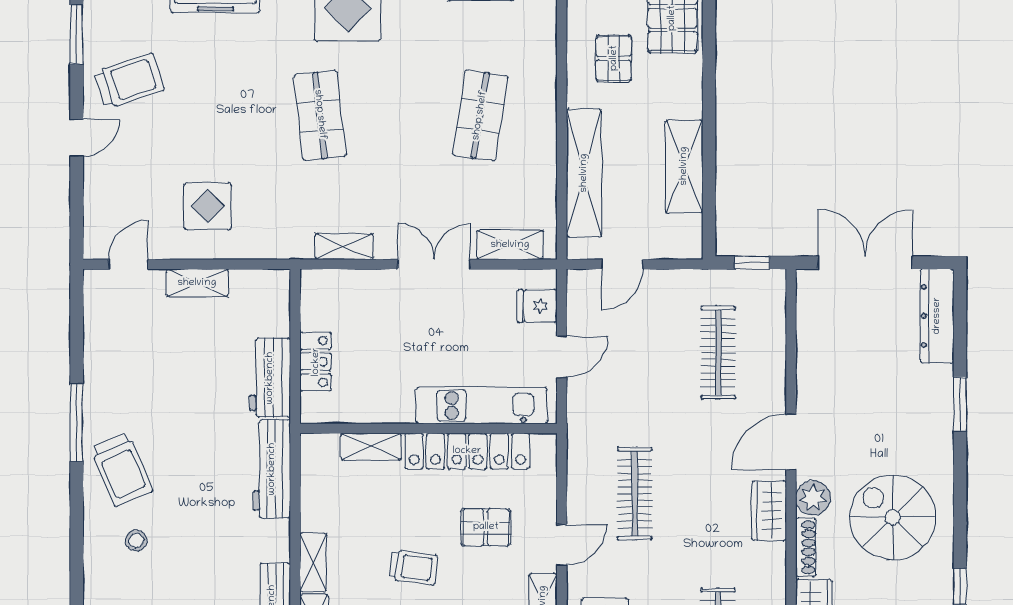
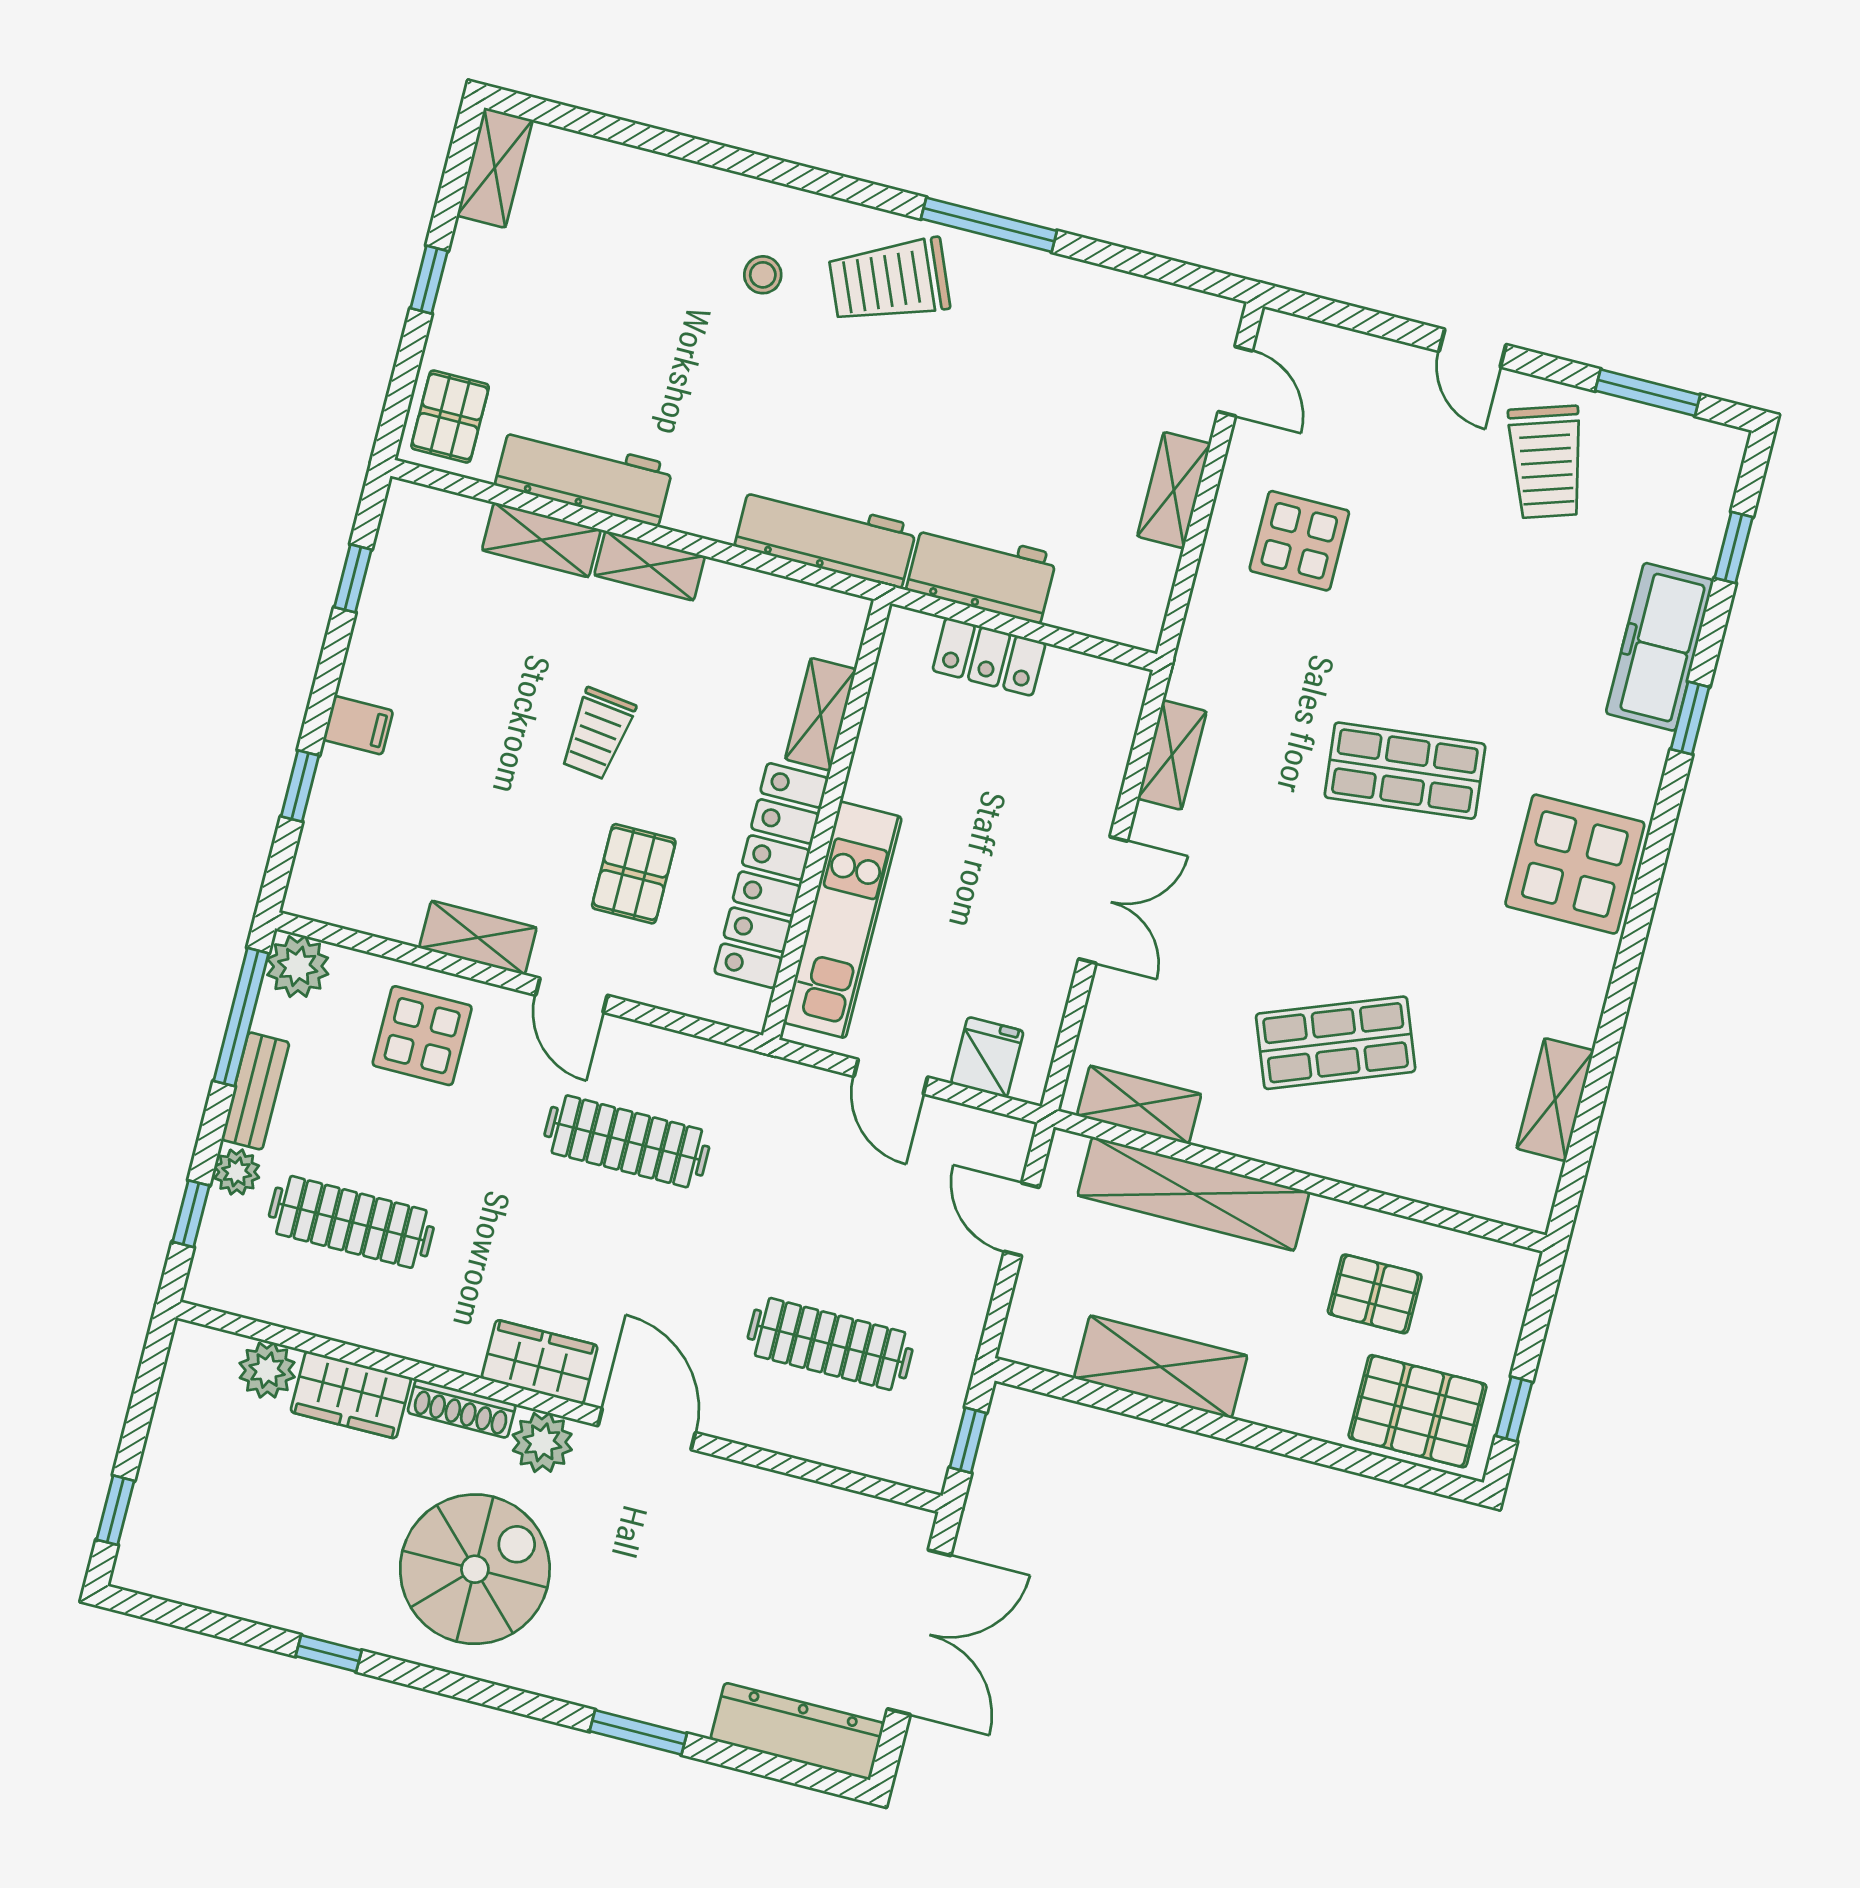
shop shelf: (480, 115) -> (1336, 1043), turned -30
shelving: (510, 245) -> (1139, 1105), moved, turned 90

